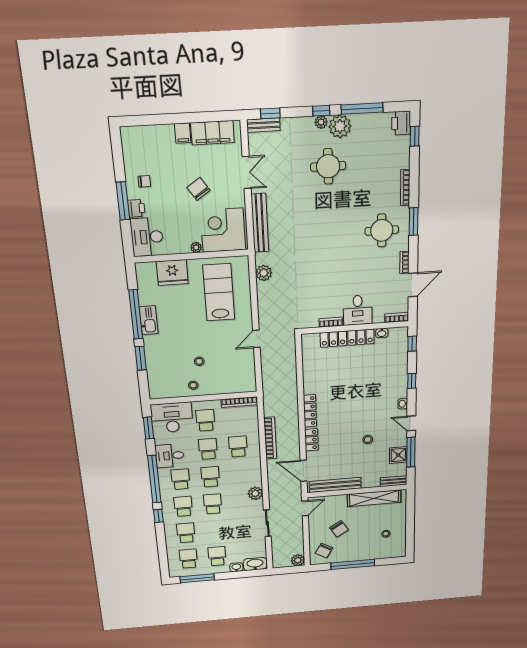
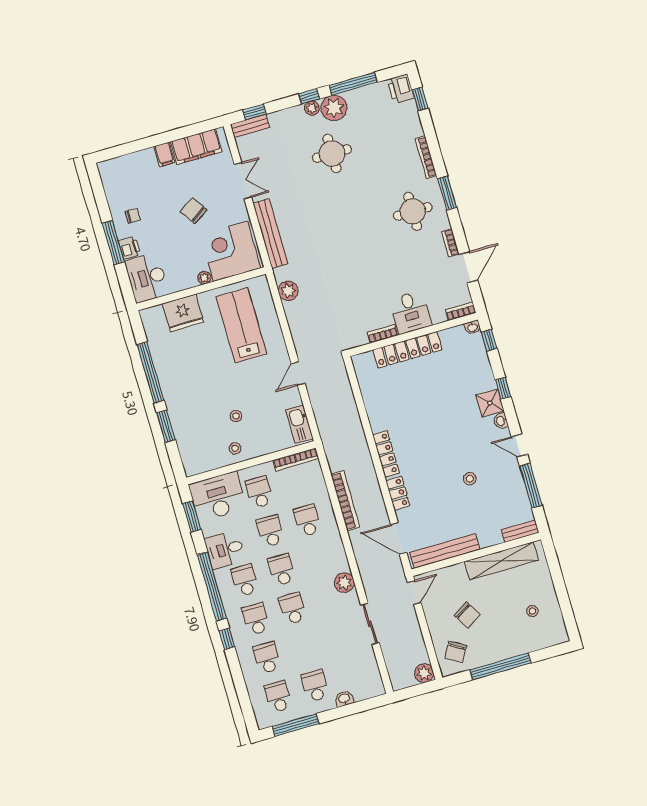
kitchen sink: (149, 320) -> (299, 424), moved, turned 180
washbasin: (382, 333) -> (472, 327), moved
shower: (398, 455) -> (490, 403), moved
washbasin: (255, 564) -> (368, 689), removed

